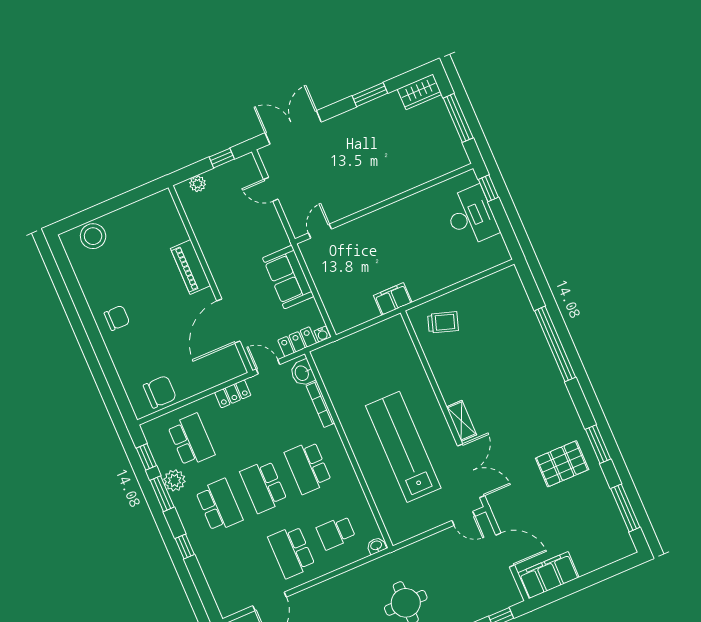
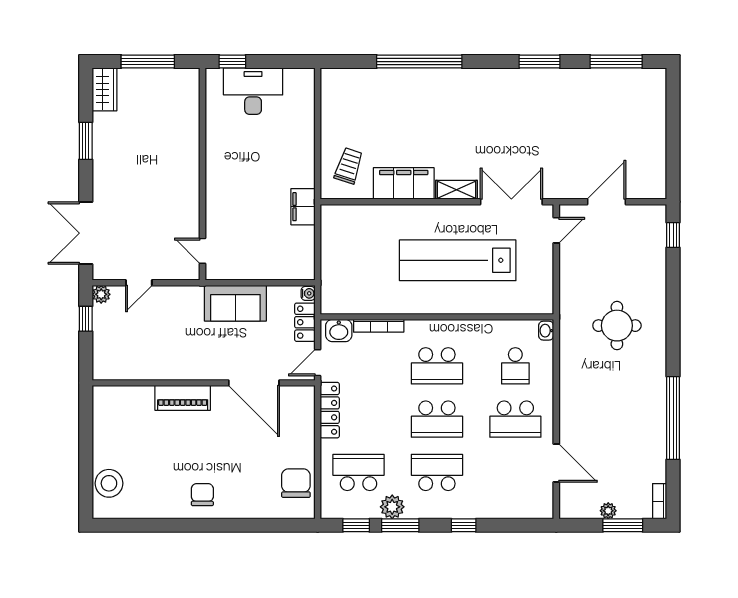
plant: (198, 184) -> (101, 294), moved
locker: (233, 394) -> (330, 410), width x1.53
pallet: (562, 464) -> (544, 107), removed
filing cabinet: (548, 575) -> (404, 183), moved, turned 90

